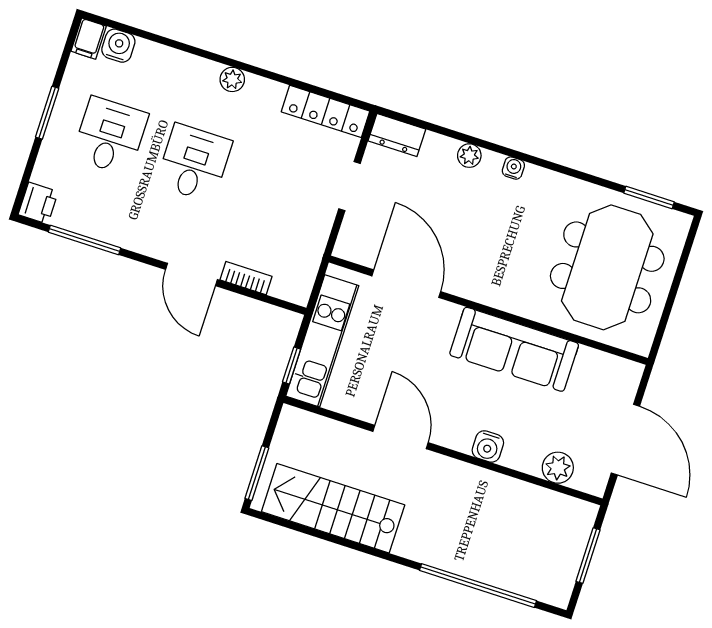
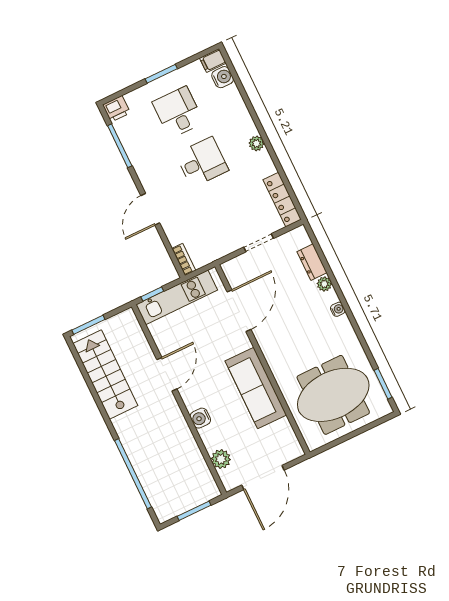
dresser: (397, 135) -> (312, 262), moved
desk: (110, 136) -> (178, 112), turned -90
bookcase: (246, 278) -> (184, 259), moved

